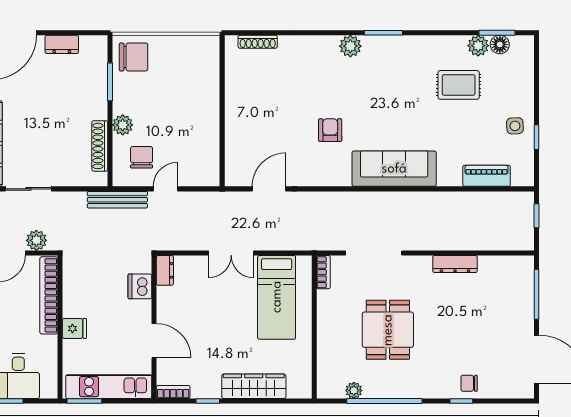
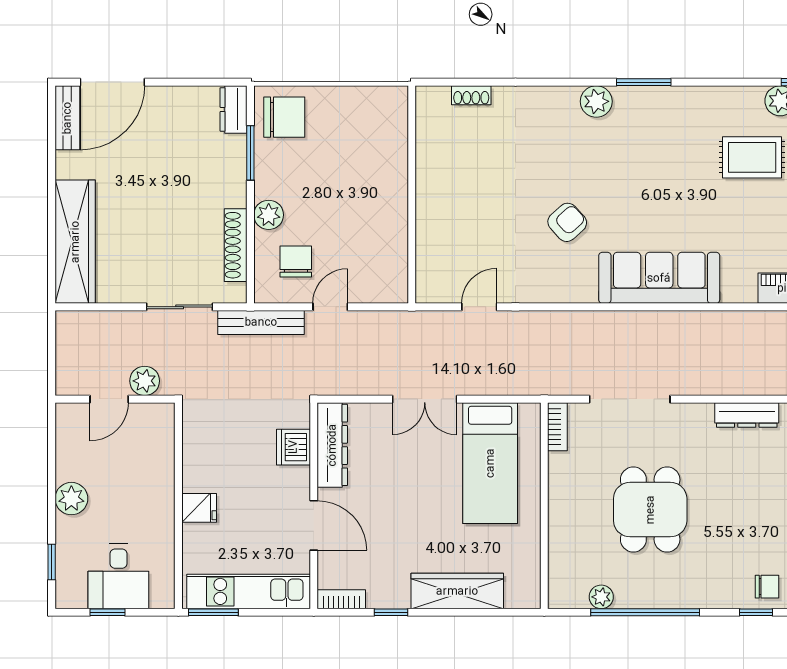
shoe rack: (258, 42) -> (471, 95), width x0.70
dresser: (62, 44) -> (234, 109), moved, turned 90
armchair: (330, 130) -> (567, 222), turned 48
sliding door: (28, 189) -> (180, 307), moved
door: (269, 189) -> (479, 307), width x0.73
dresser: (165, 270) -> (332, 445), width x1.96, depth x1.24
bookcase: (49, 295) -> (162, 460), removed
chair: (469, 383) -> (767, 587), turned 180

